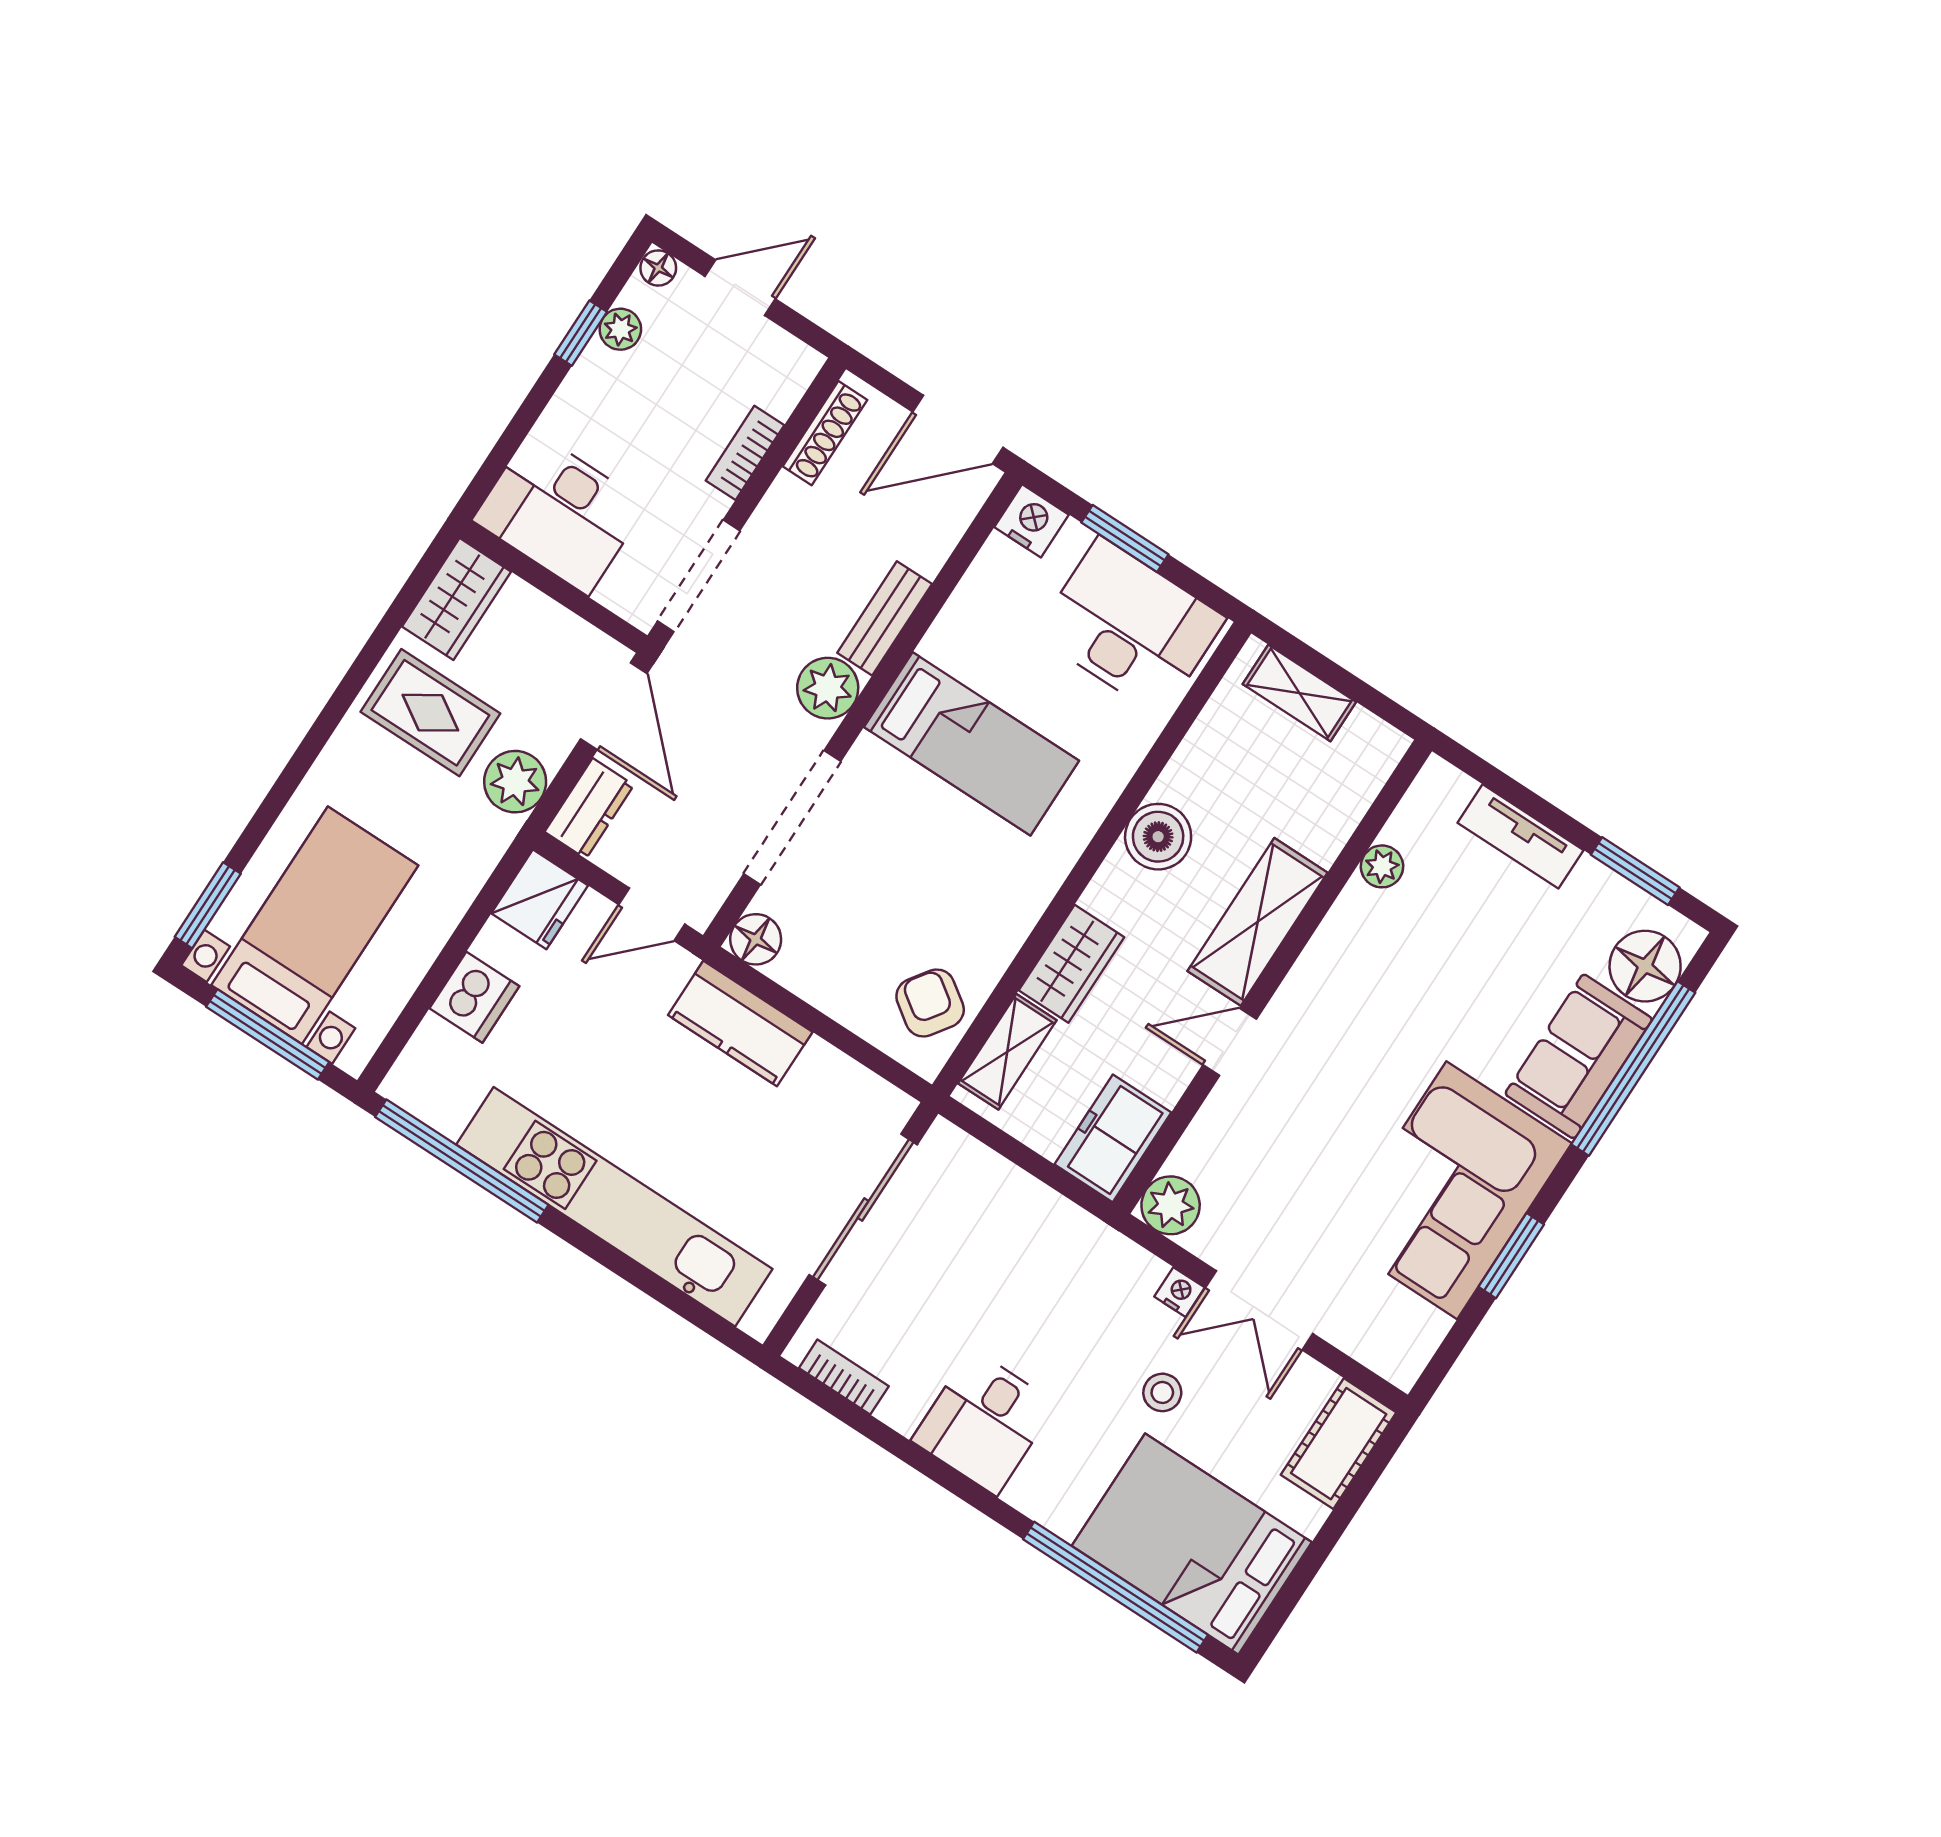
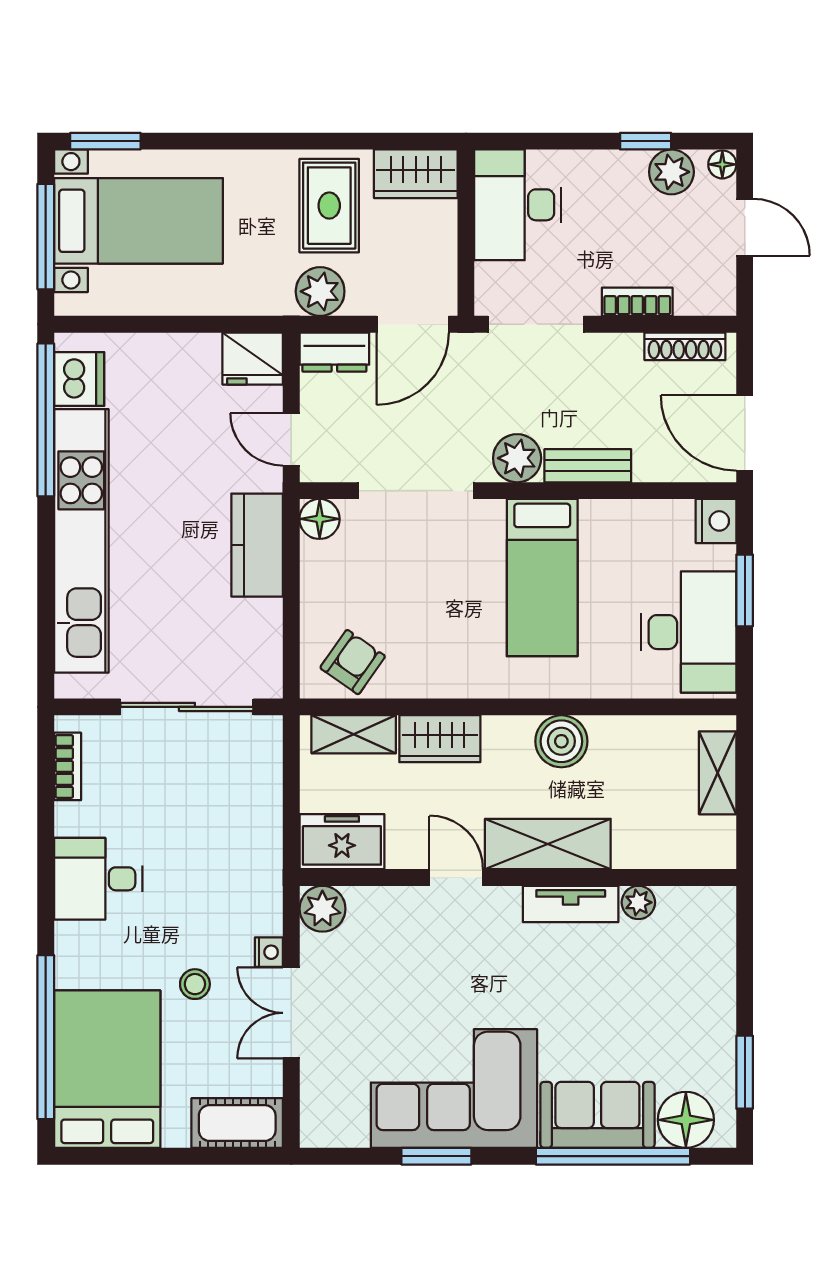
plant: (620, 329) -> (671, 172), width x1.38, depth x1.38
tv unit: (1521, 836) -> (571, 904), moved, turned -90
dishwasher: (474, 997) -> (79, 379), moved, turned -90

